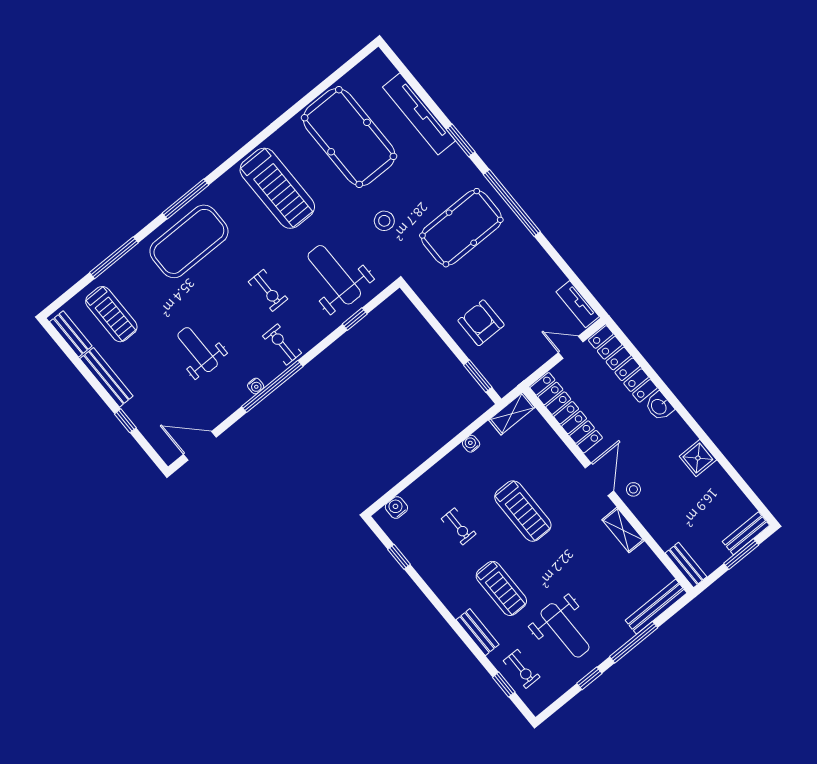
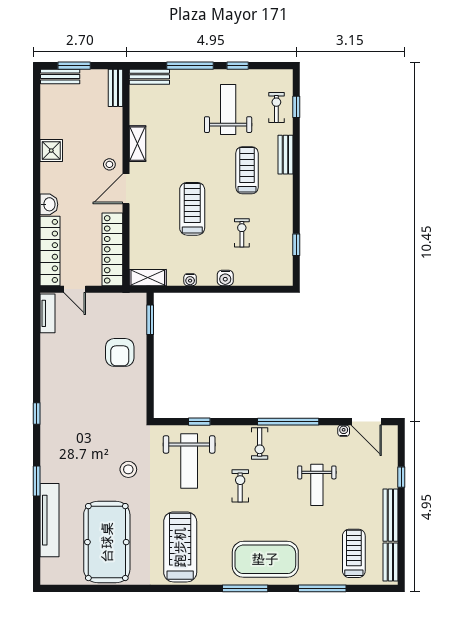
window: (512, 203) -> (37, 413), width x0.32
pool table: (461, 228) -> (82, 424), removed
water cooler: (256, 386) -> (344, 431), moved
water cooler: (396, 507) -> (225, 278), moved
bench: (656, 607) -> (149, 77), width x0.73

